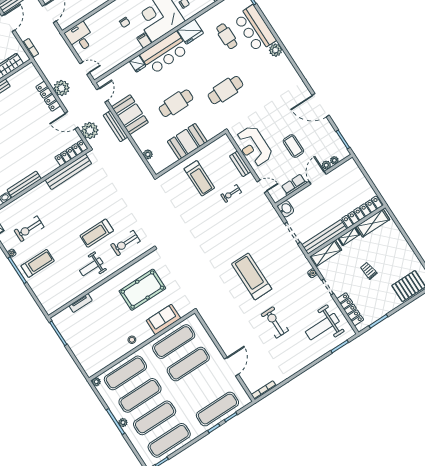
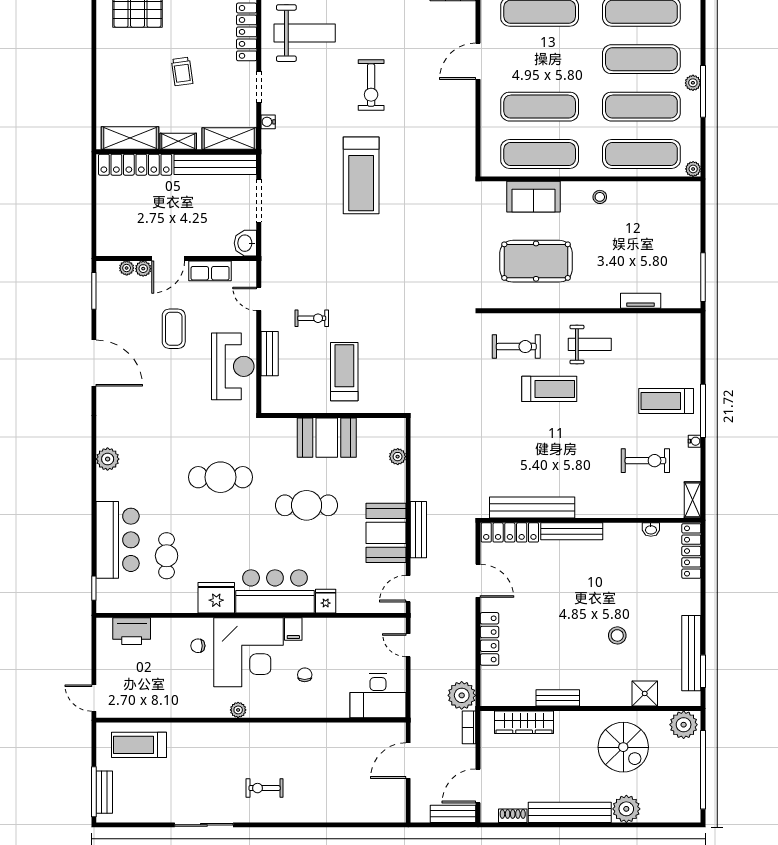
desk: (80, 37) -> (378, 696), width x1.37
plant: (276, 50) -> (108, 459), moved
plant: (62, 88) -> (462, 695), moved
plant: (90, 130) -> (461, 548), removed
bench: (24, 184) -> (572, 531), moved

